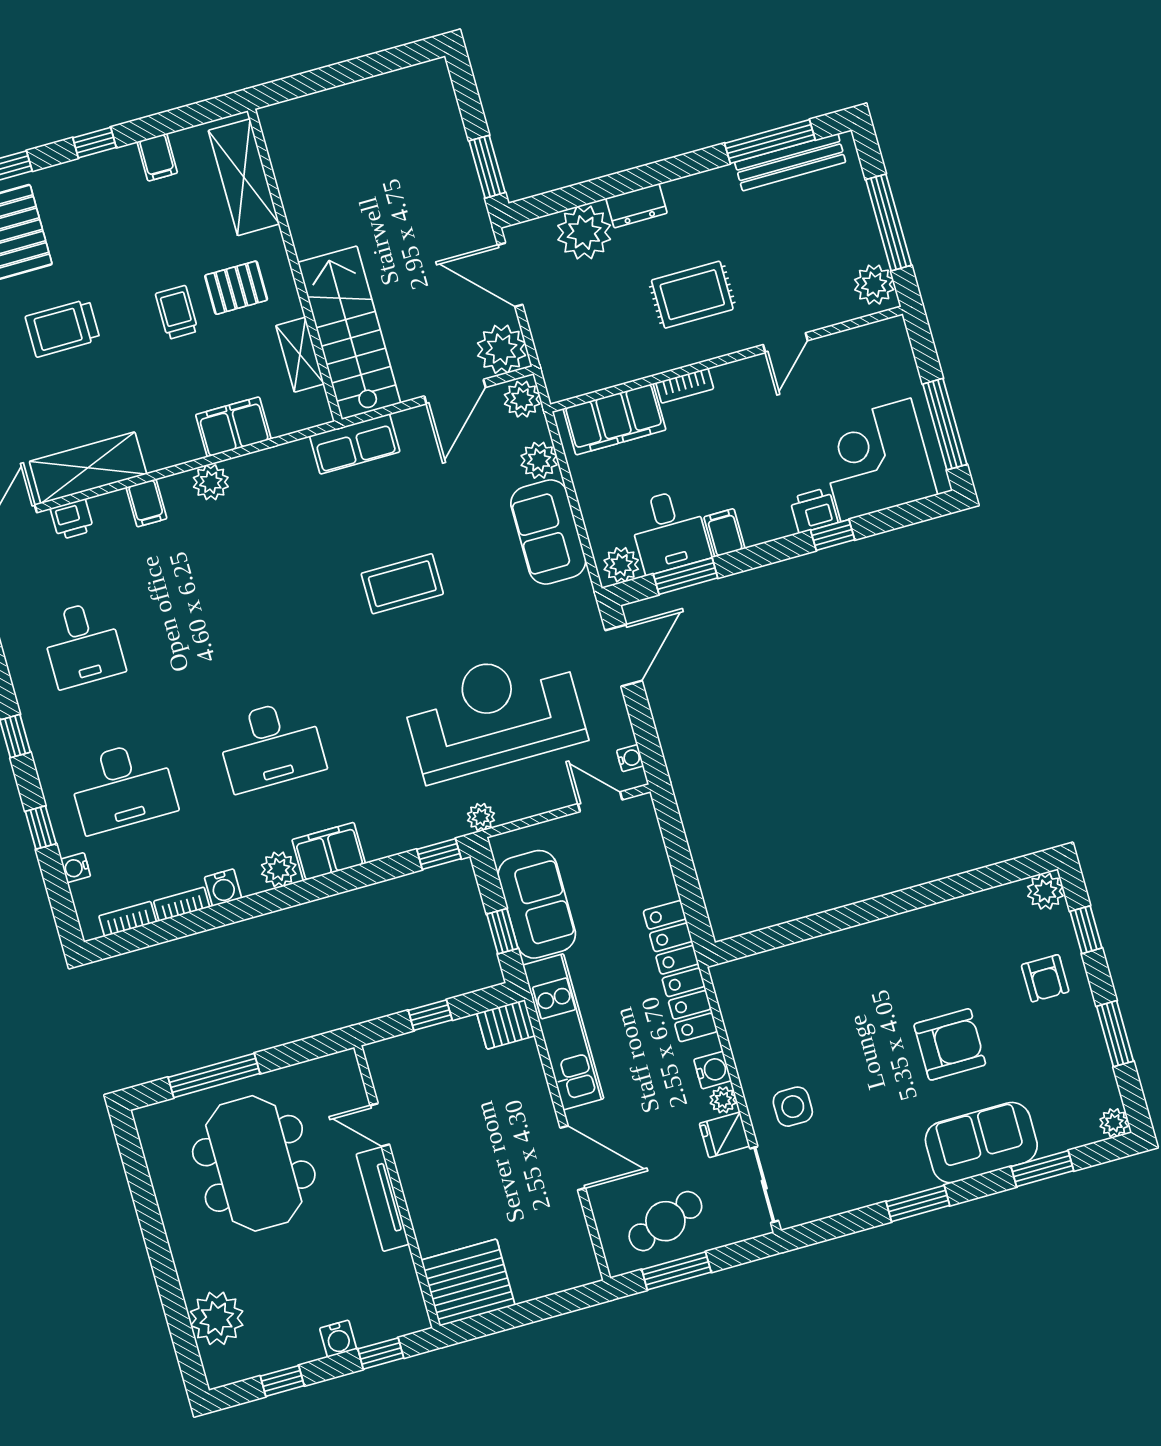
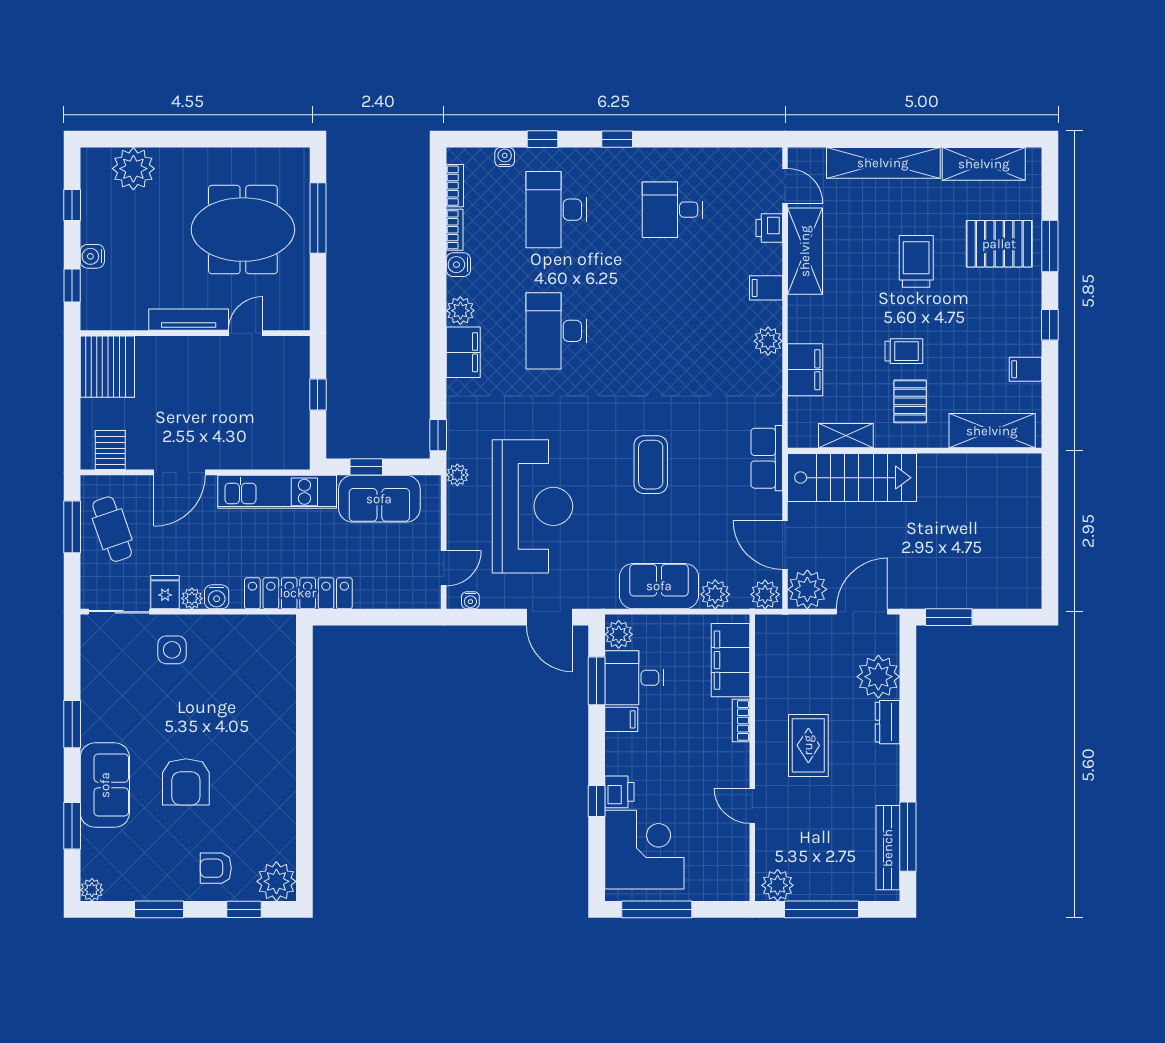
plant: (1045, 891) -> (276, 881), width x1.36, depth x1.36
server rack: (506, 1024) -> (110, 450), moved

